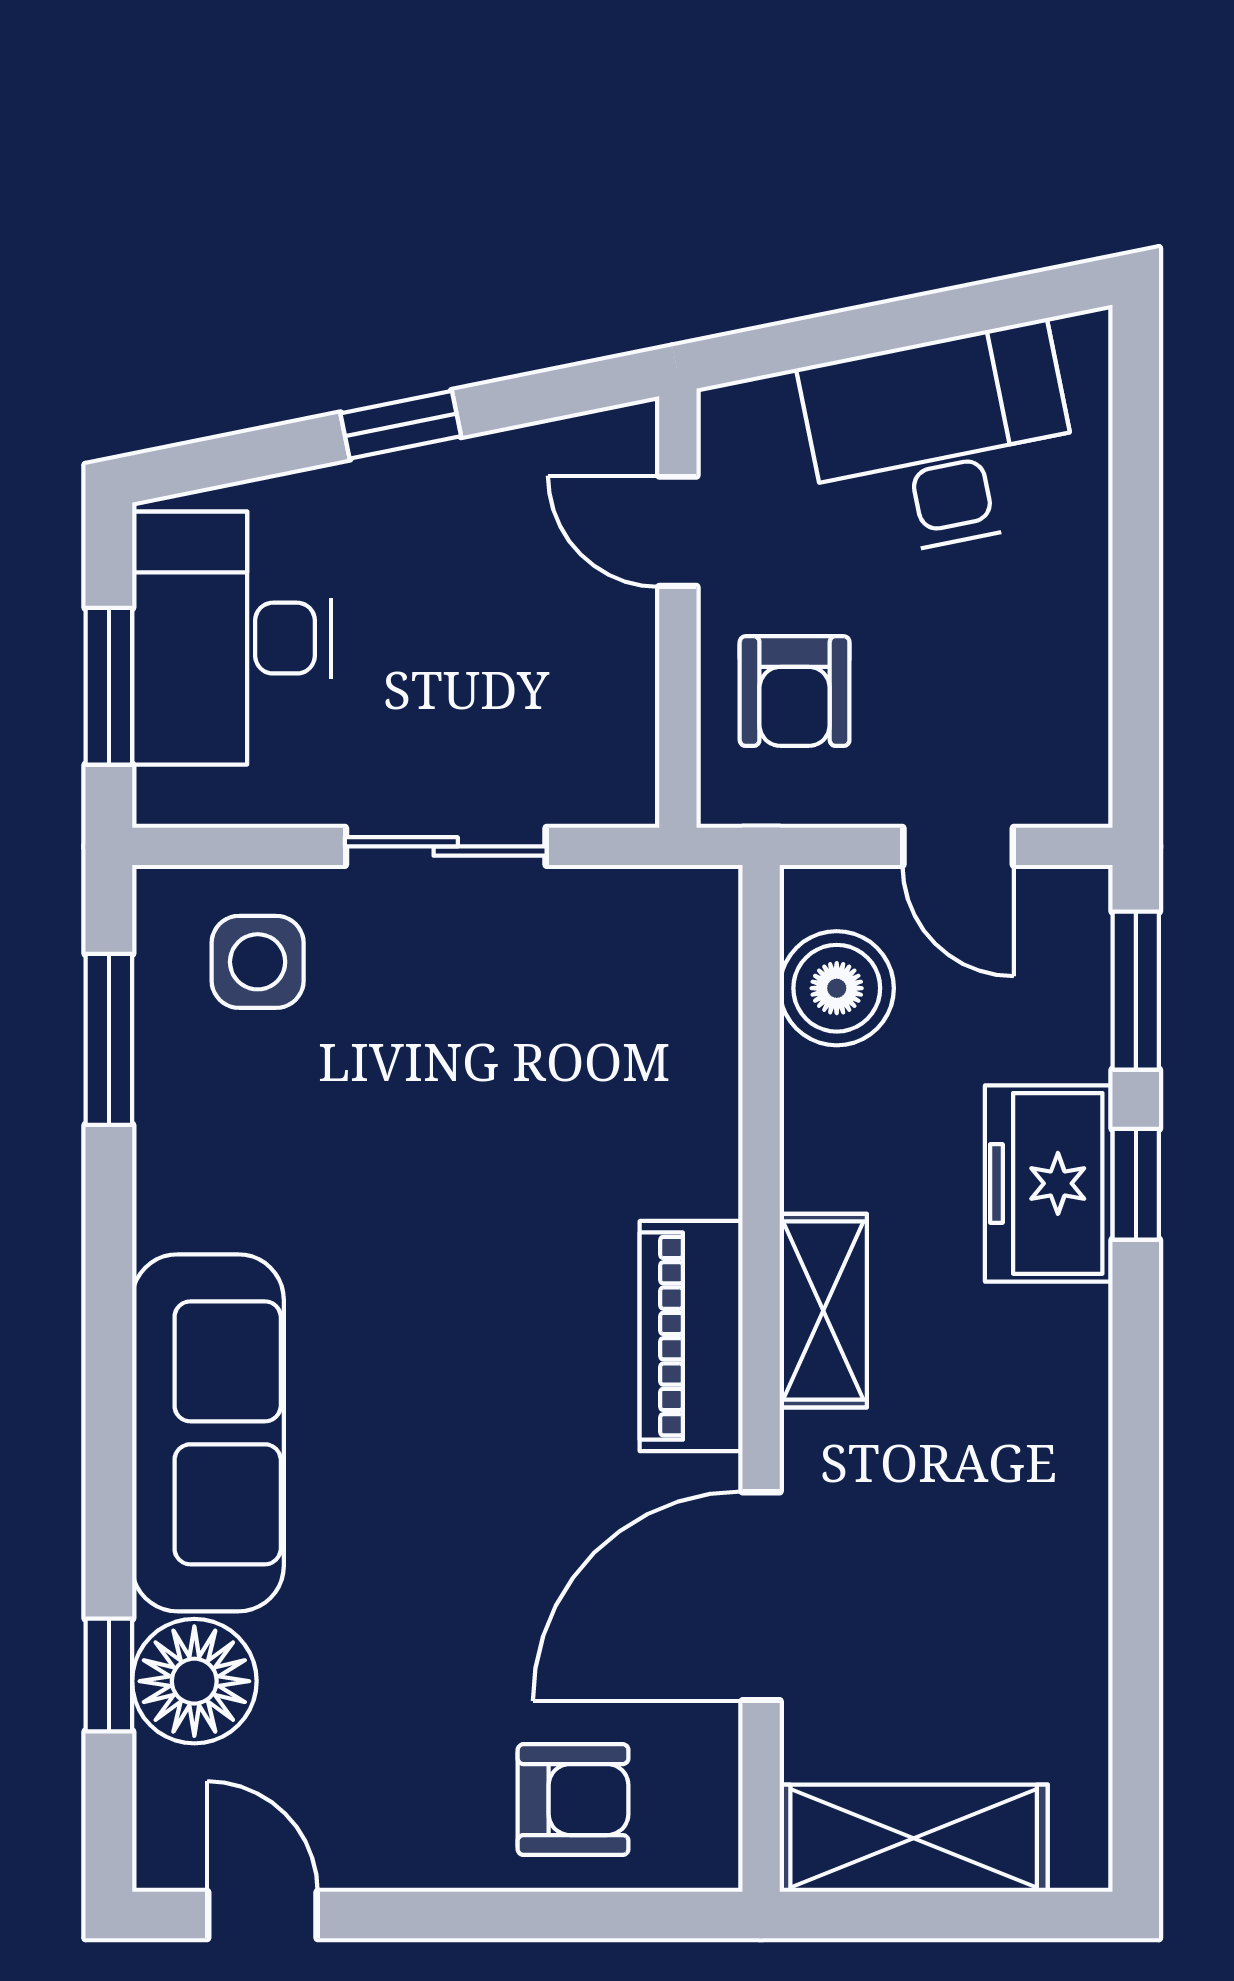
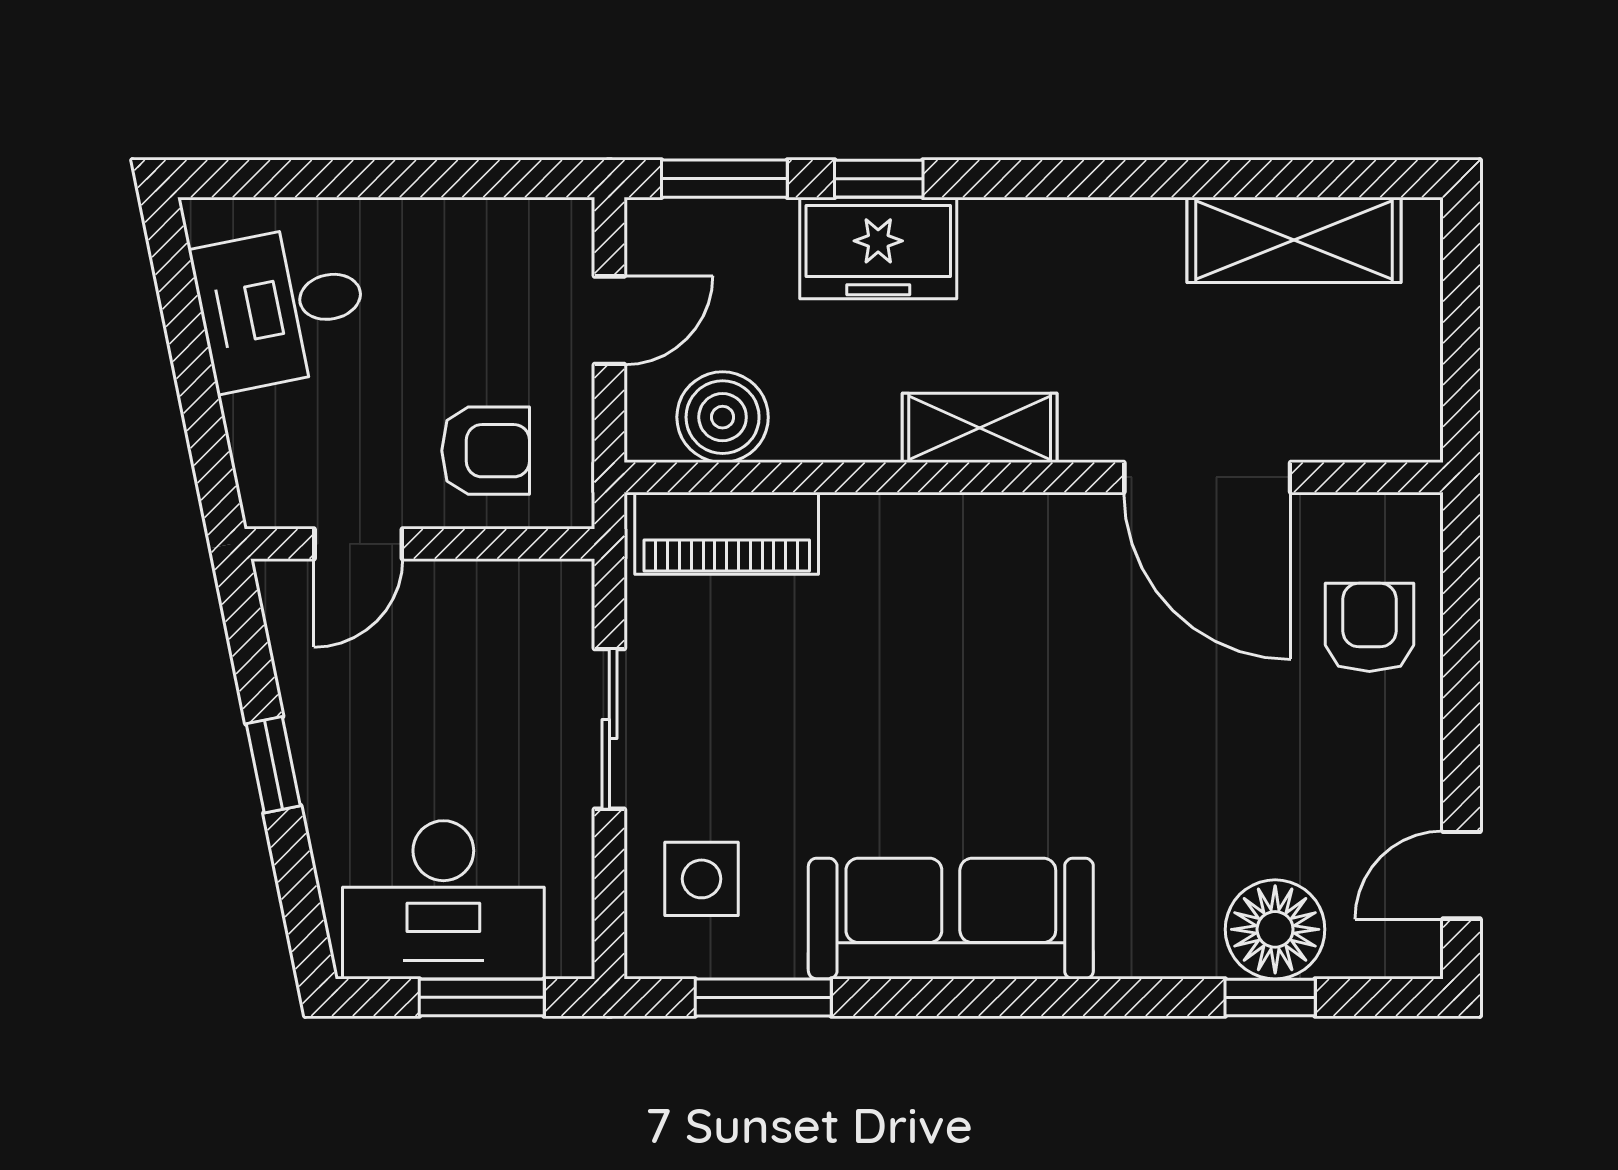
desk: (941, 442) -> (281, 307), width x0.73
piano: (691, 1336) -> (727, 533), moved
sofa: (208, 1433) -> (951, 919), moved
shelving: (914, 1838) -> (1294, 240), moved, turned 90

